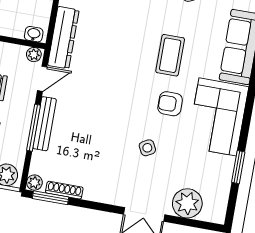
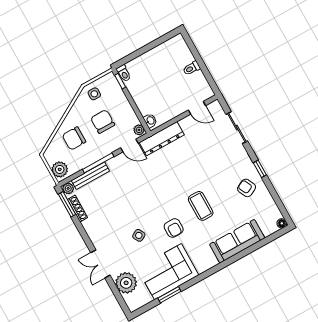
coffee table: (170, 55) -> (201, 206), turned 90
armchair: (170, 104) -> (174, 228), turned 180
corner sofa: (218, 117) -> (168, 272), moved
bench: (45, 124) -> (90, 176), moved

